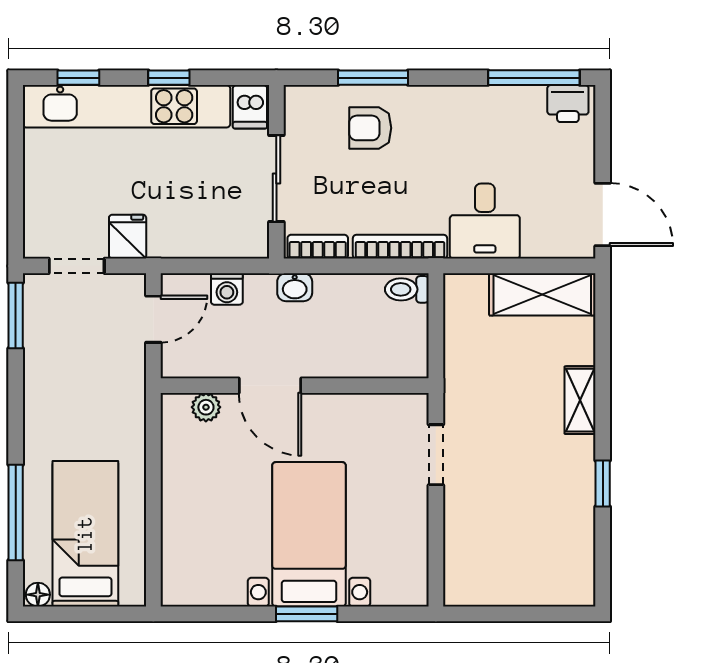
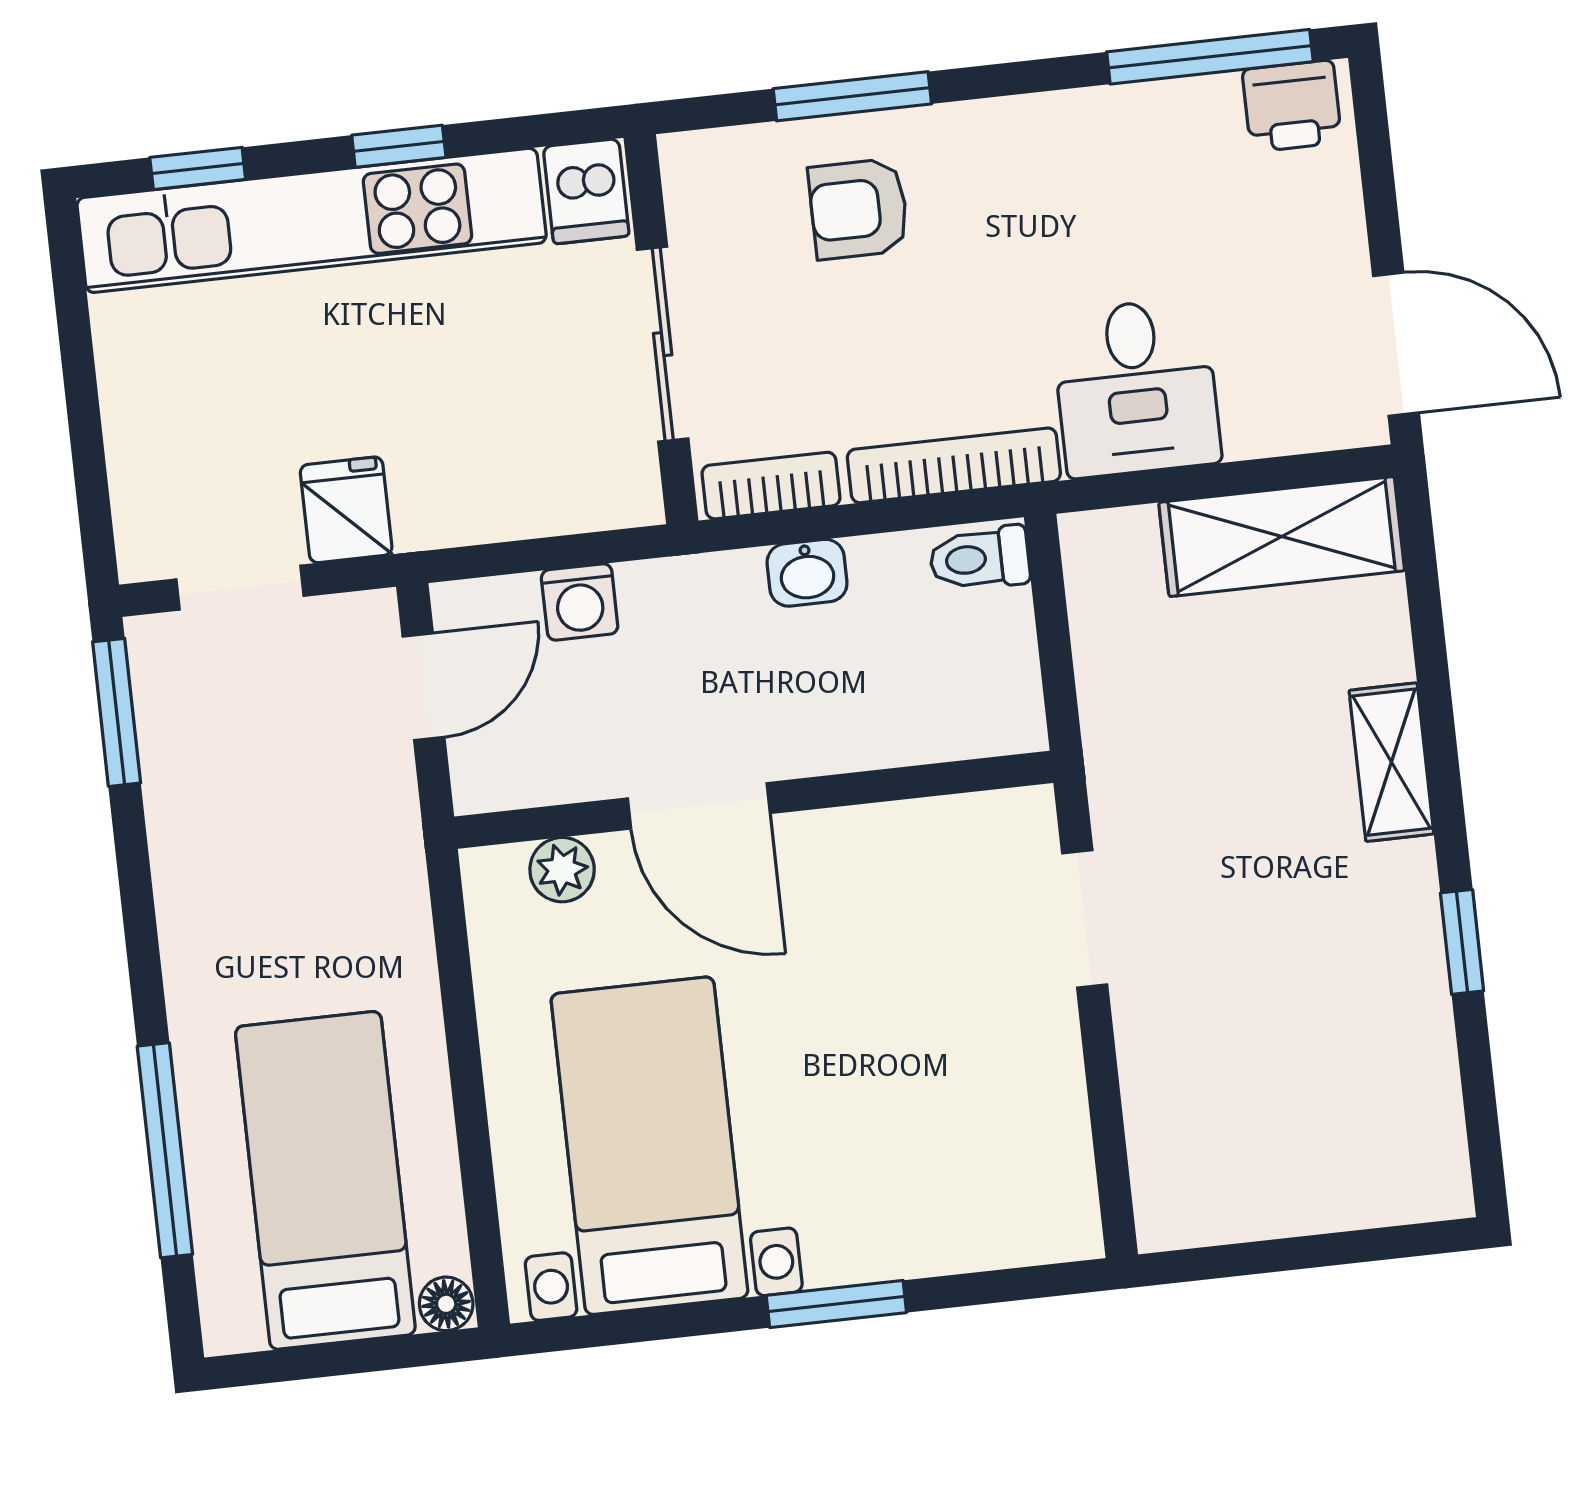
washbasin: (295, 287) -> (807, 573), moved
bed with nightstands: (309, 534) -> (650, 1146), moved
floor lamp: (38, 595) -> (446, 1304), moved

